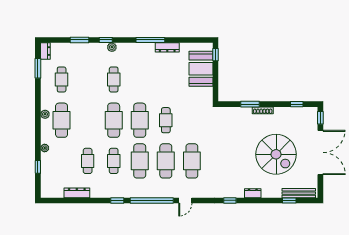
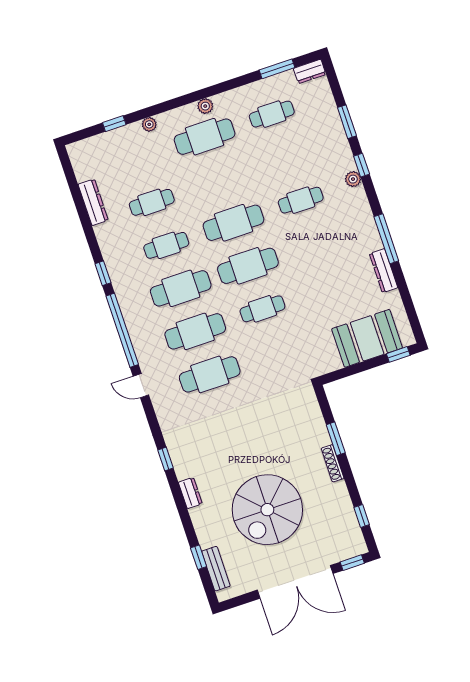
bench: (299, 193) -> (216, 569), width x0.73

